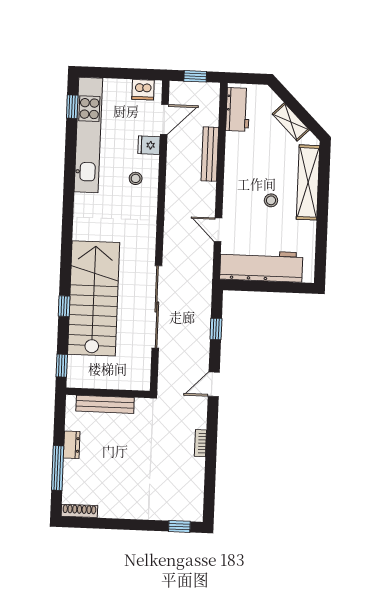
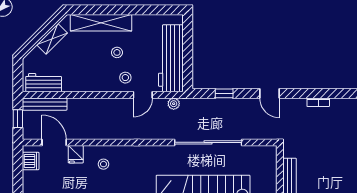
bench: (210, 154) -> (45, 104), moved
stool: (240, 209) -> (125, 78), added
plant: (206, 267) -> (174, 104), added

